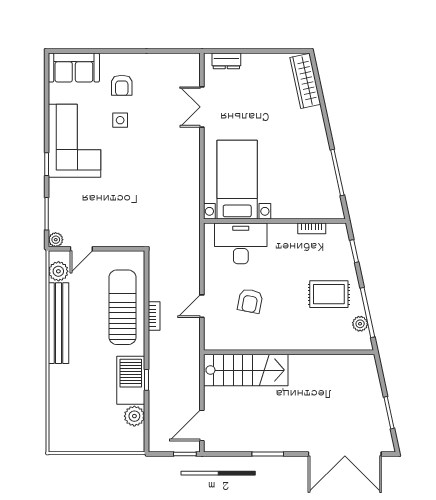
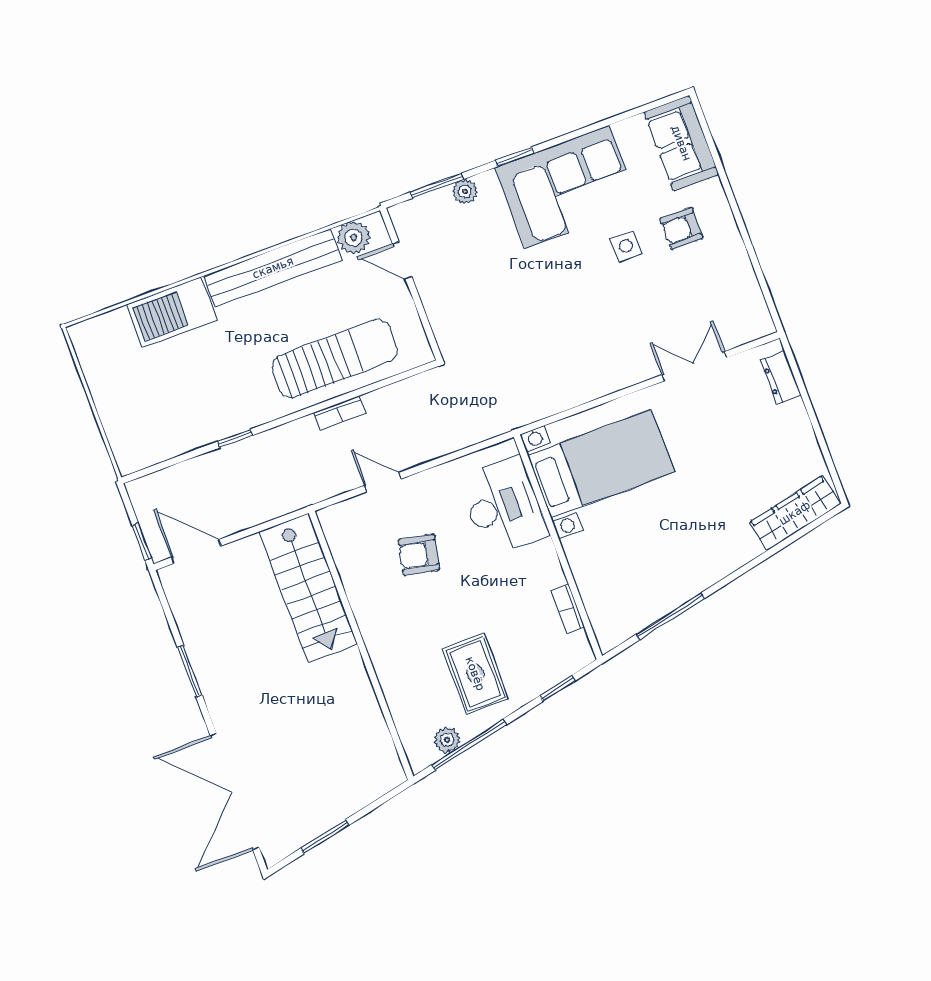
plant: (56, 240) -> (465, 192), moved
barbecue: (131, 380) -> (172, 312), moved, turned 180
plant: (134, 416) -> (172, 441), removed

